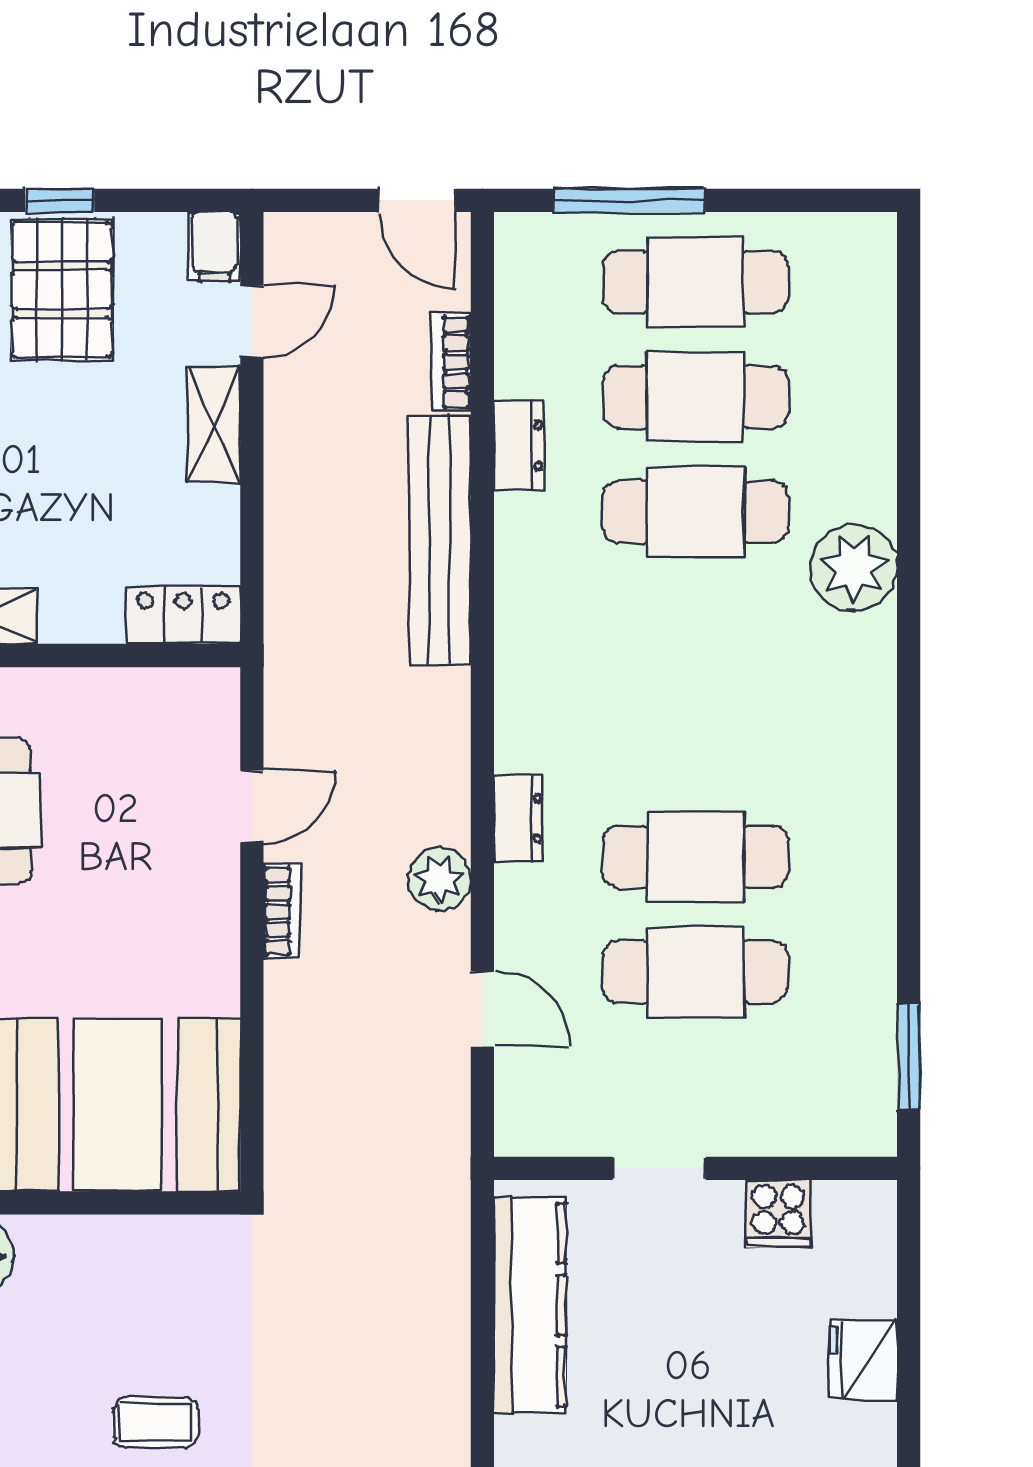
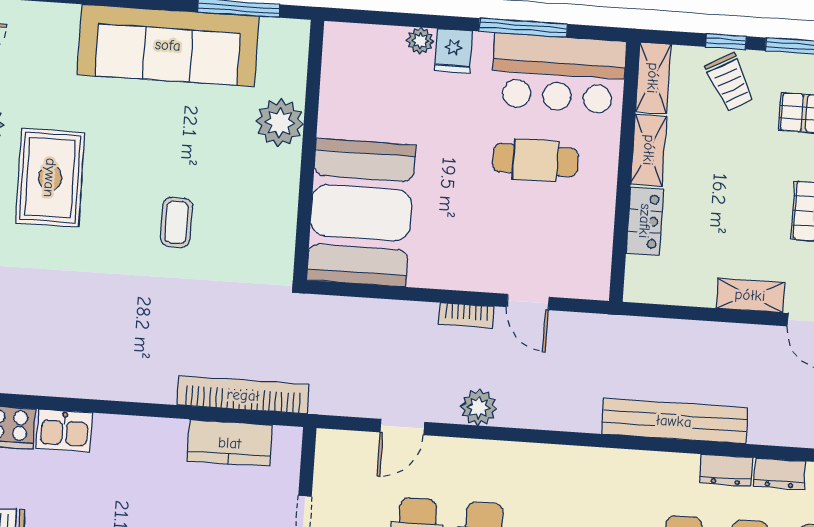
bookcase: (451, 362) -> (243, 395), moved, width x2.31, depth x1.31
locker: (183, 615) -> (645, 221), moved
dresser: (518, 819) -> (780, 474), moved
kitchen counter: (530, 1305) -> (230, 443), width x0.67

